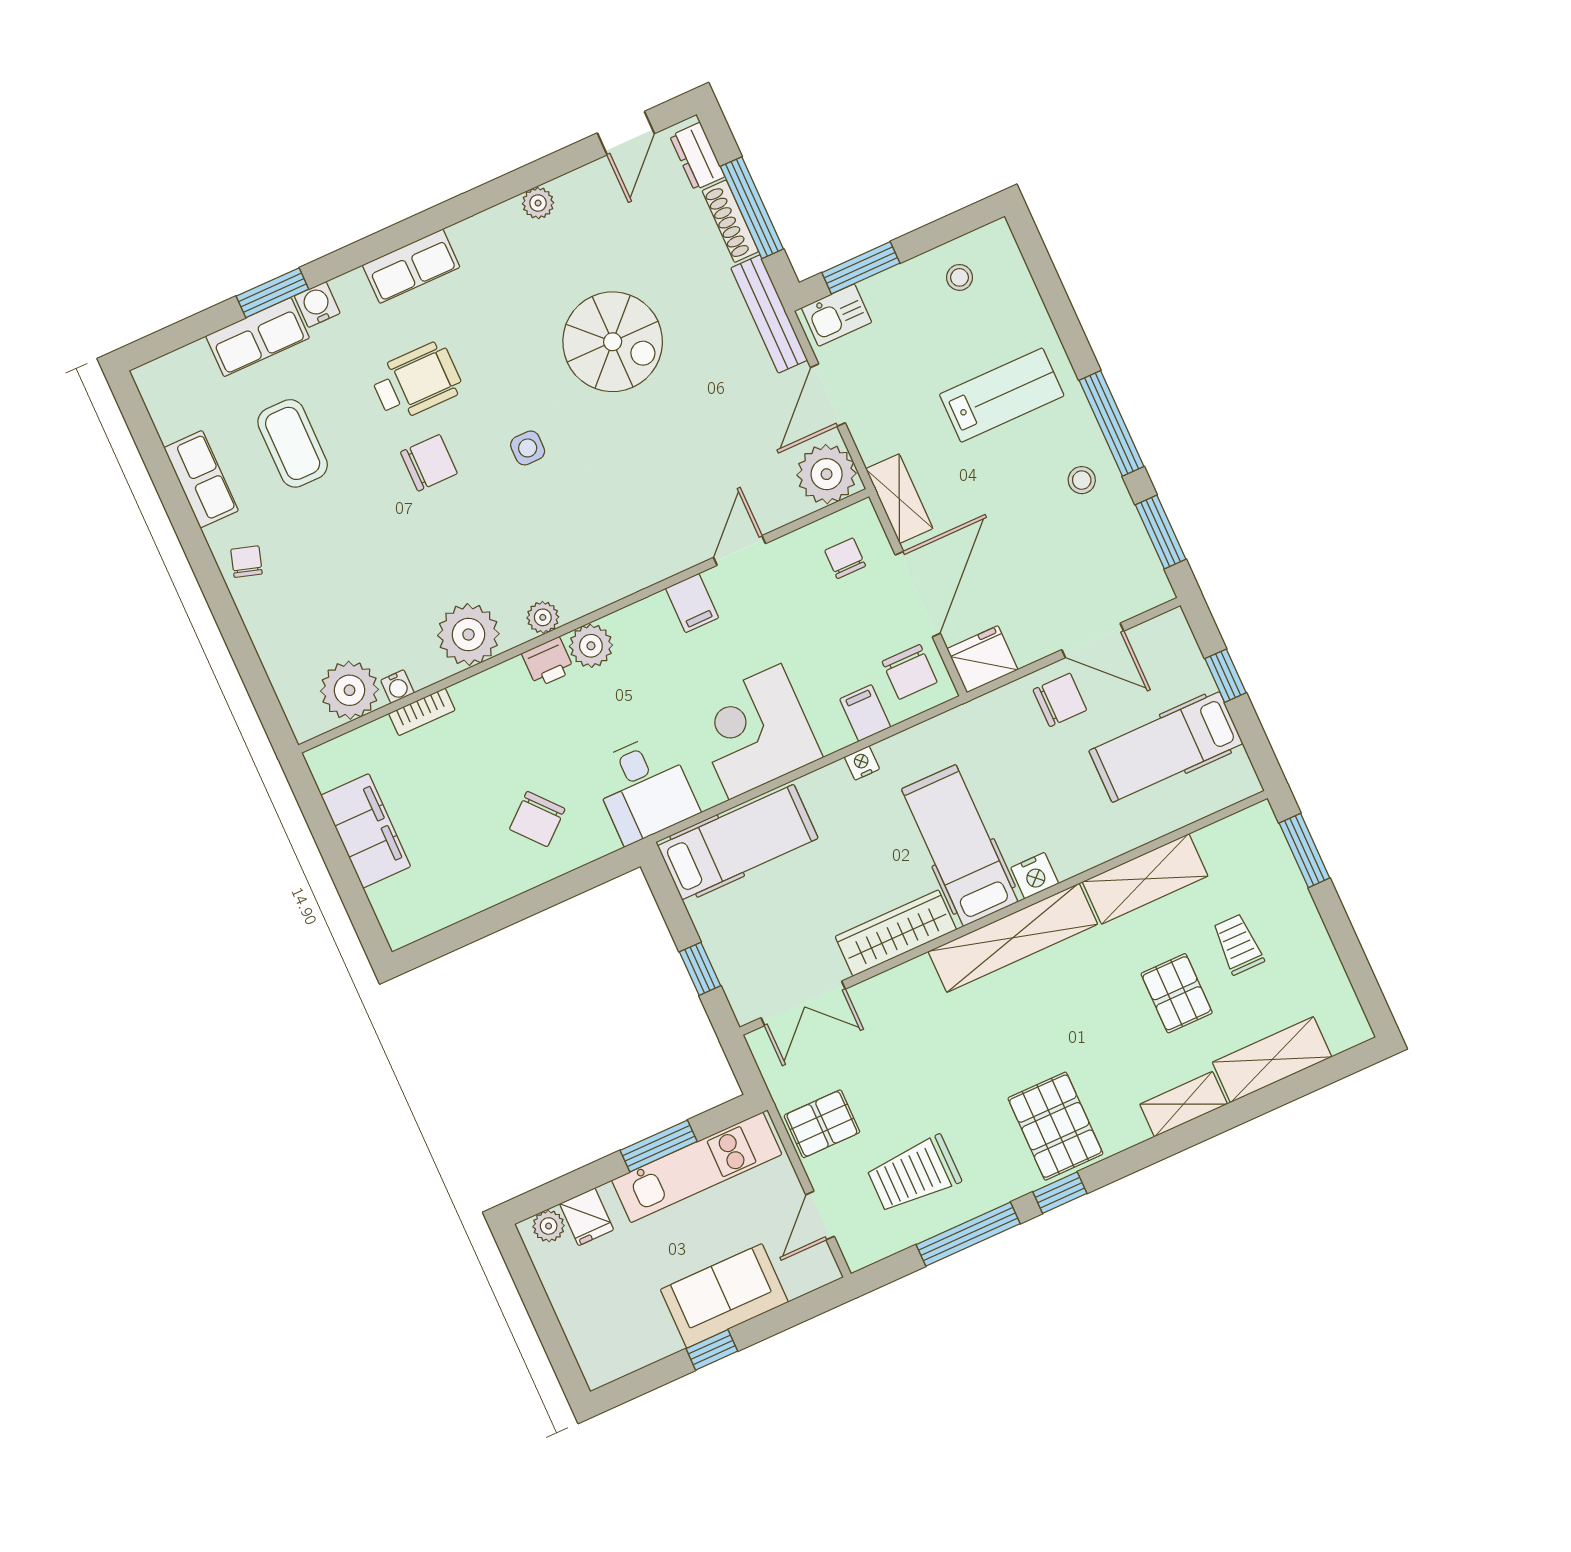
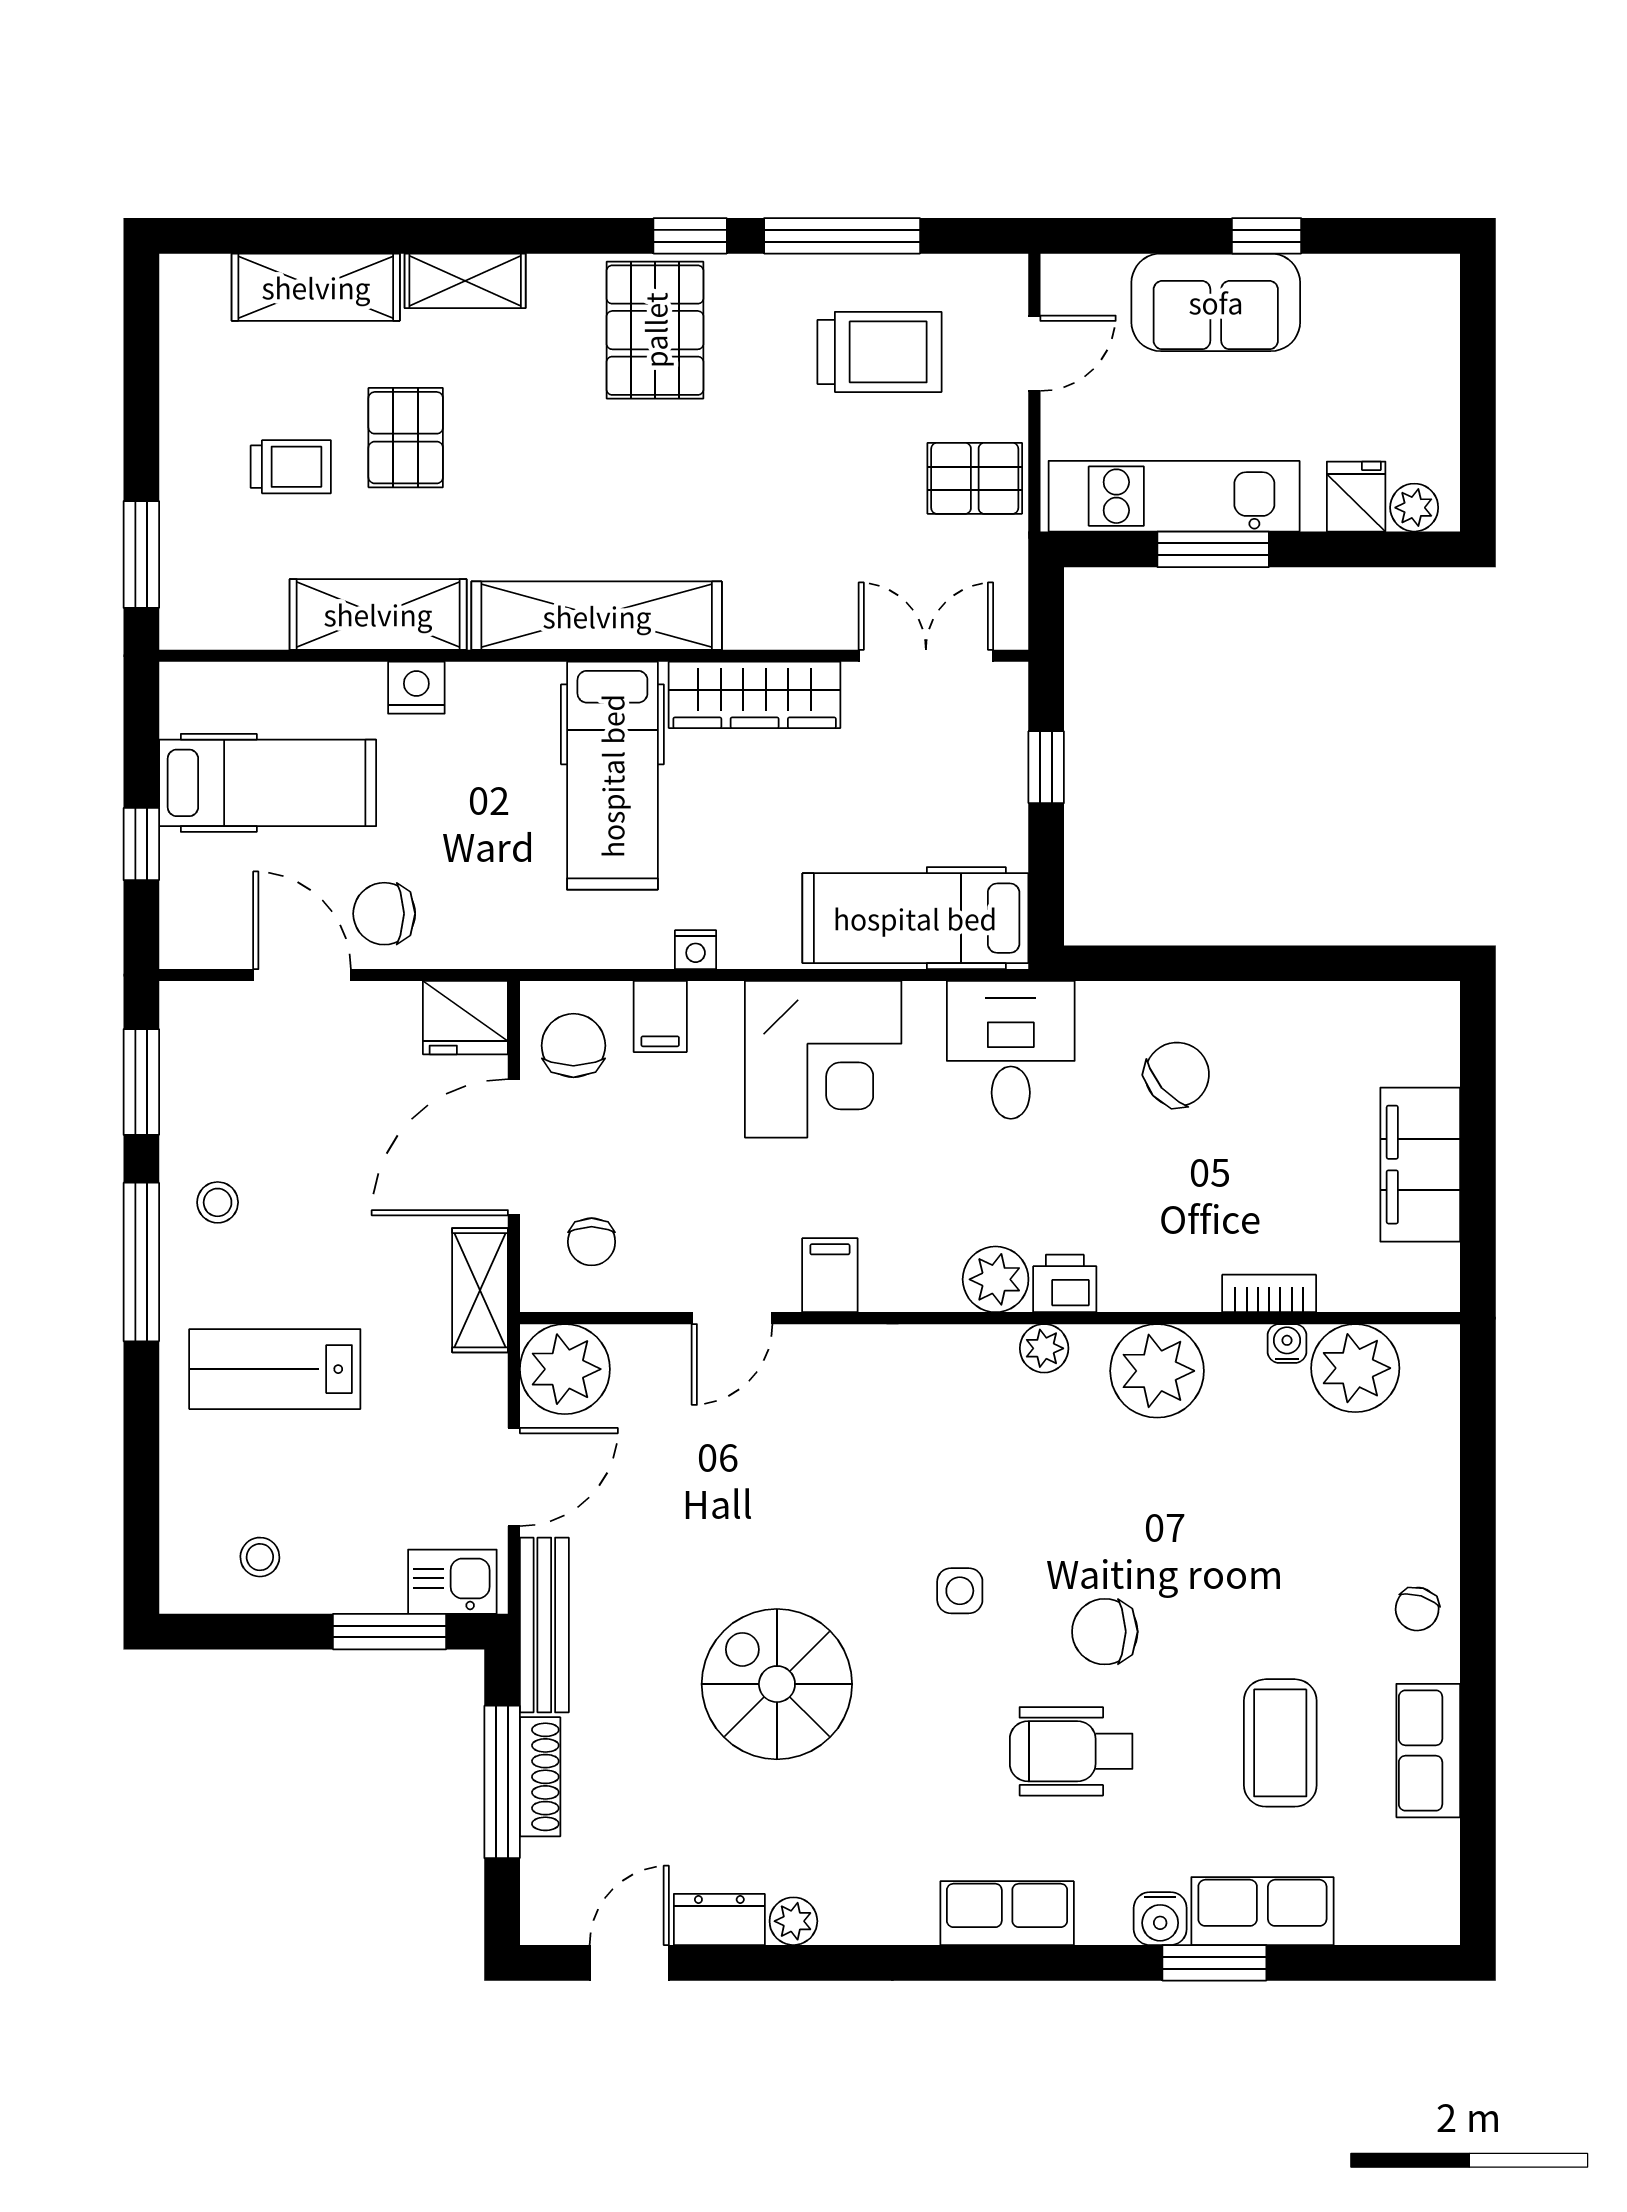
dresser: (697, 156) -> (719, 1919), moved, turned -90
nightstand: (1035, 876) -> (416, 688), moved
trolley: (1238, 944) -> (291, 467), turned -90

